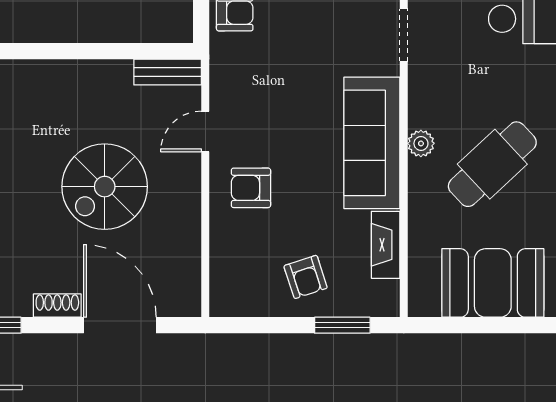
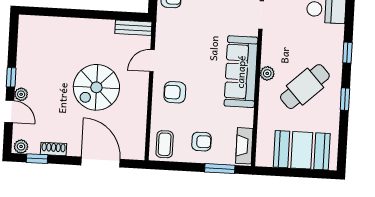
fireplace: (386, 245) -> (244, 146), moved
armchair: (306, 277) -> (202, 142), turned -72
coffee table: (237, 286) -> (165, 144), added
shoe rack: (57, 306) -> (53, 149), moved

